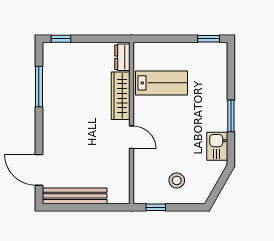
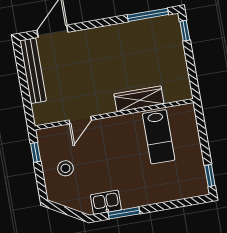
dresser: (122, 57) -> (177, 94), removed
window: (39, 87) -> (148, 15), moved
window: (231, 116) -> (124, 213), moved
door: (132, 137) -> (80, 120), moved

